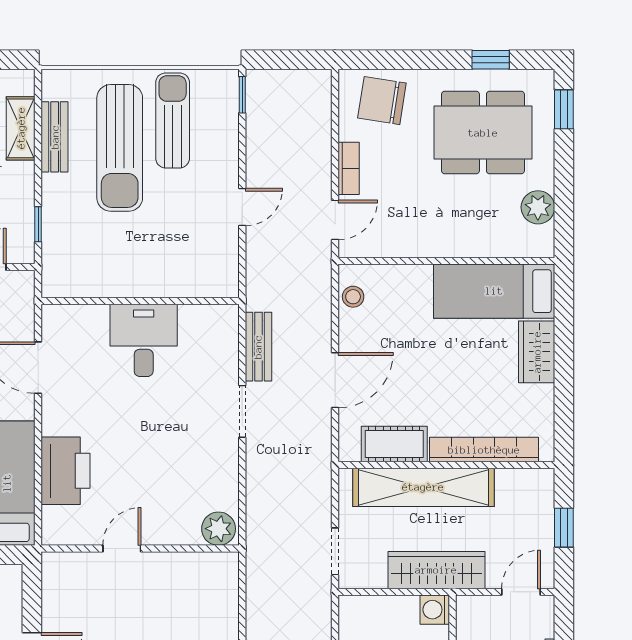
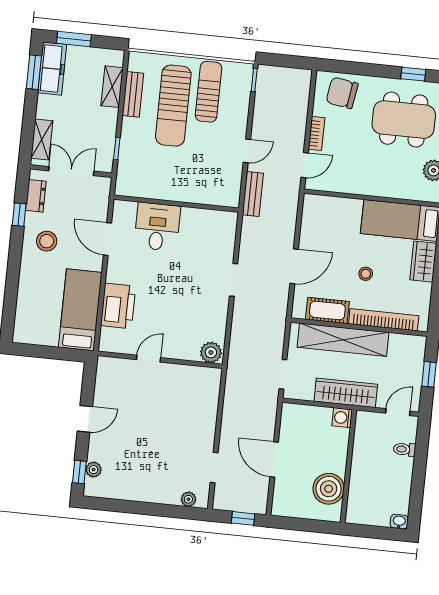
stool: (353, 297) -> (366, 274), moved
desk: (144, 340) -> (157, 227), moved
bench: (258, 347) -> (253, 194), moved

